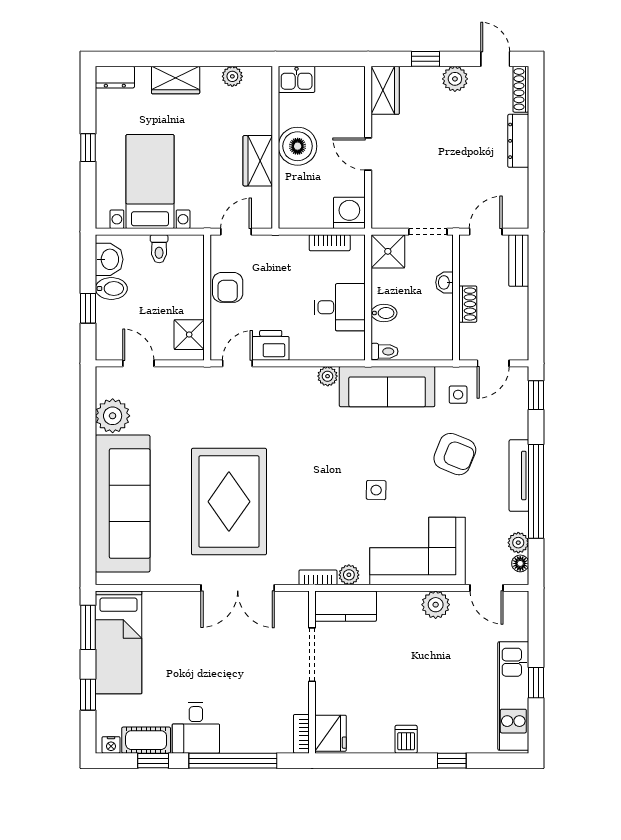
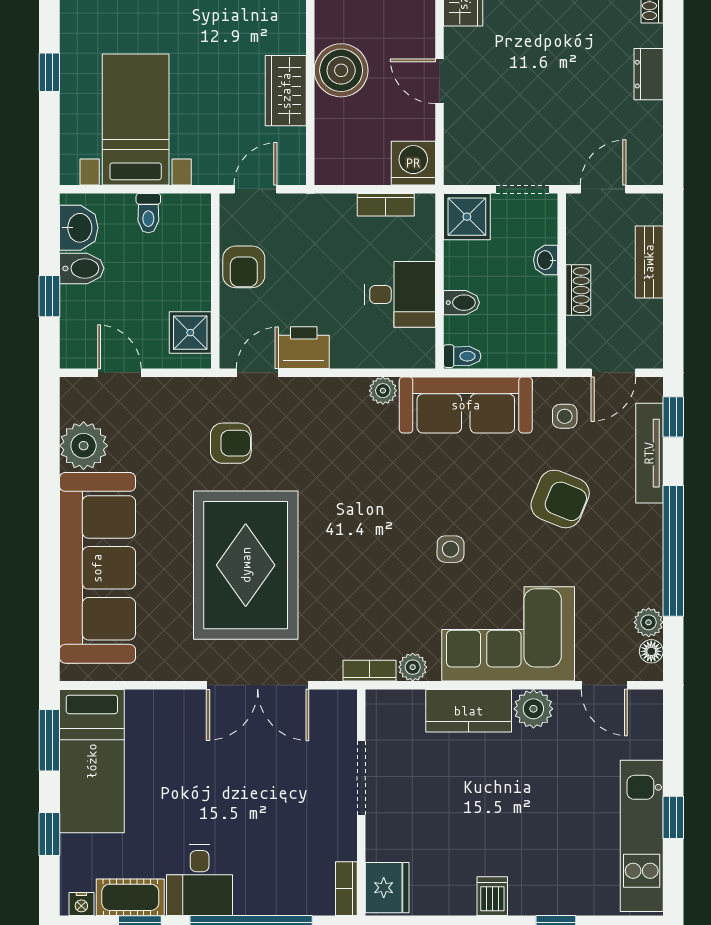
dresser: (518, 141) -> (649, 74), width x0.70
bench: (519, 260) -> (649, 262), moved
armchair: (218, 414) -> (231, 443), added
tv unit: (519, 475) -> (649, 453), moved
kitchen counter: (346, 606) -> (469, 711), moved

